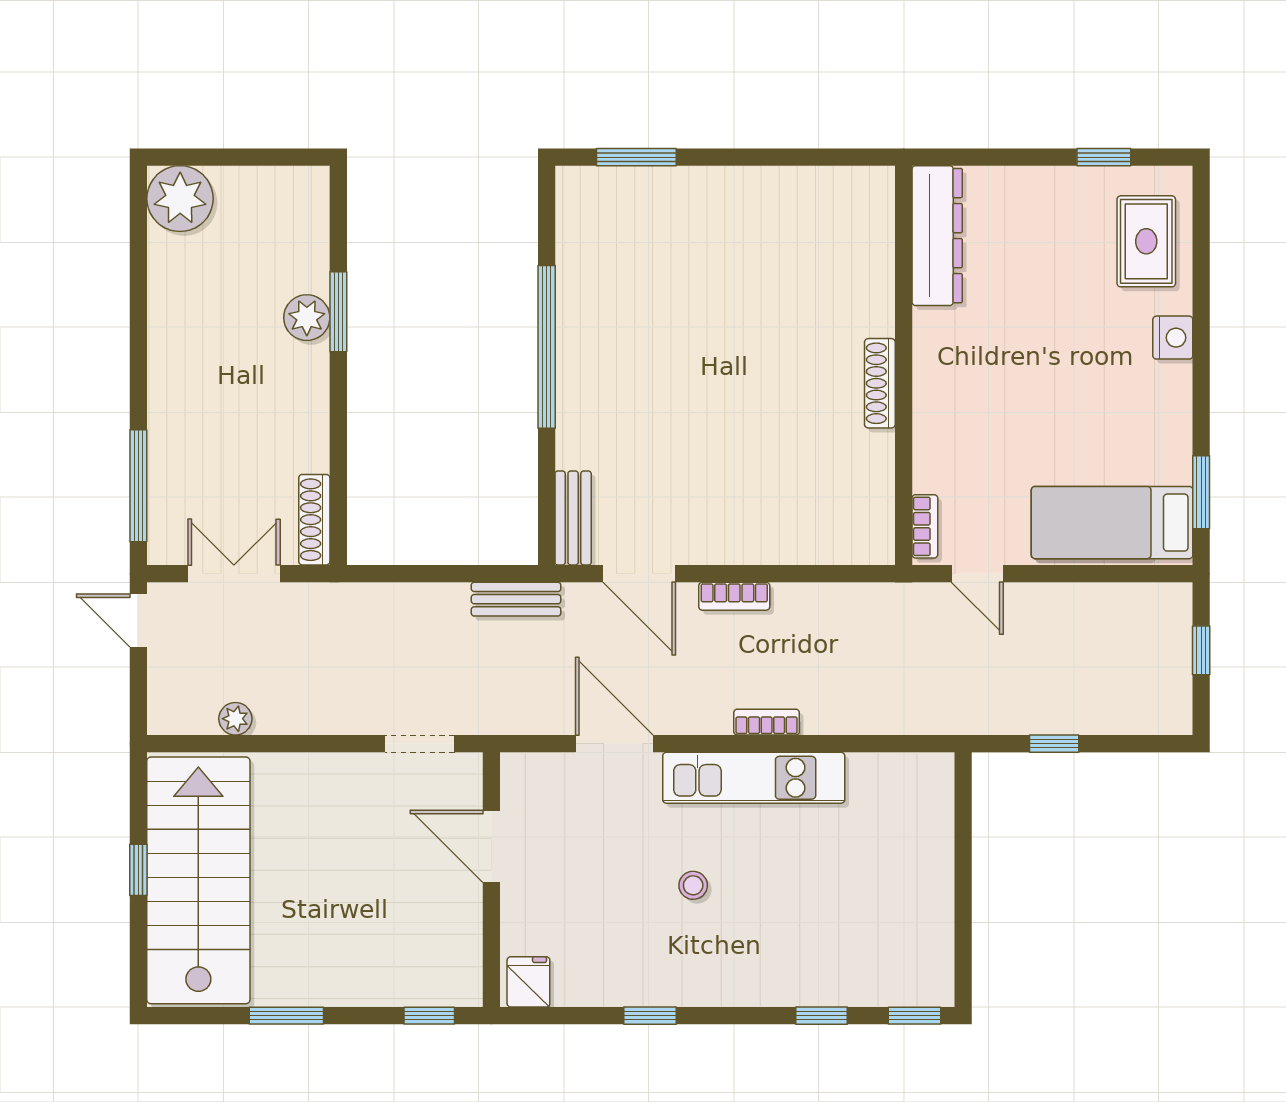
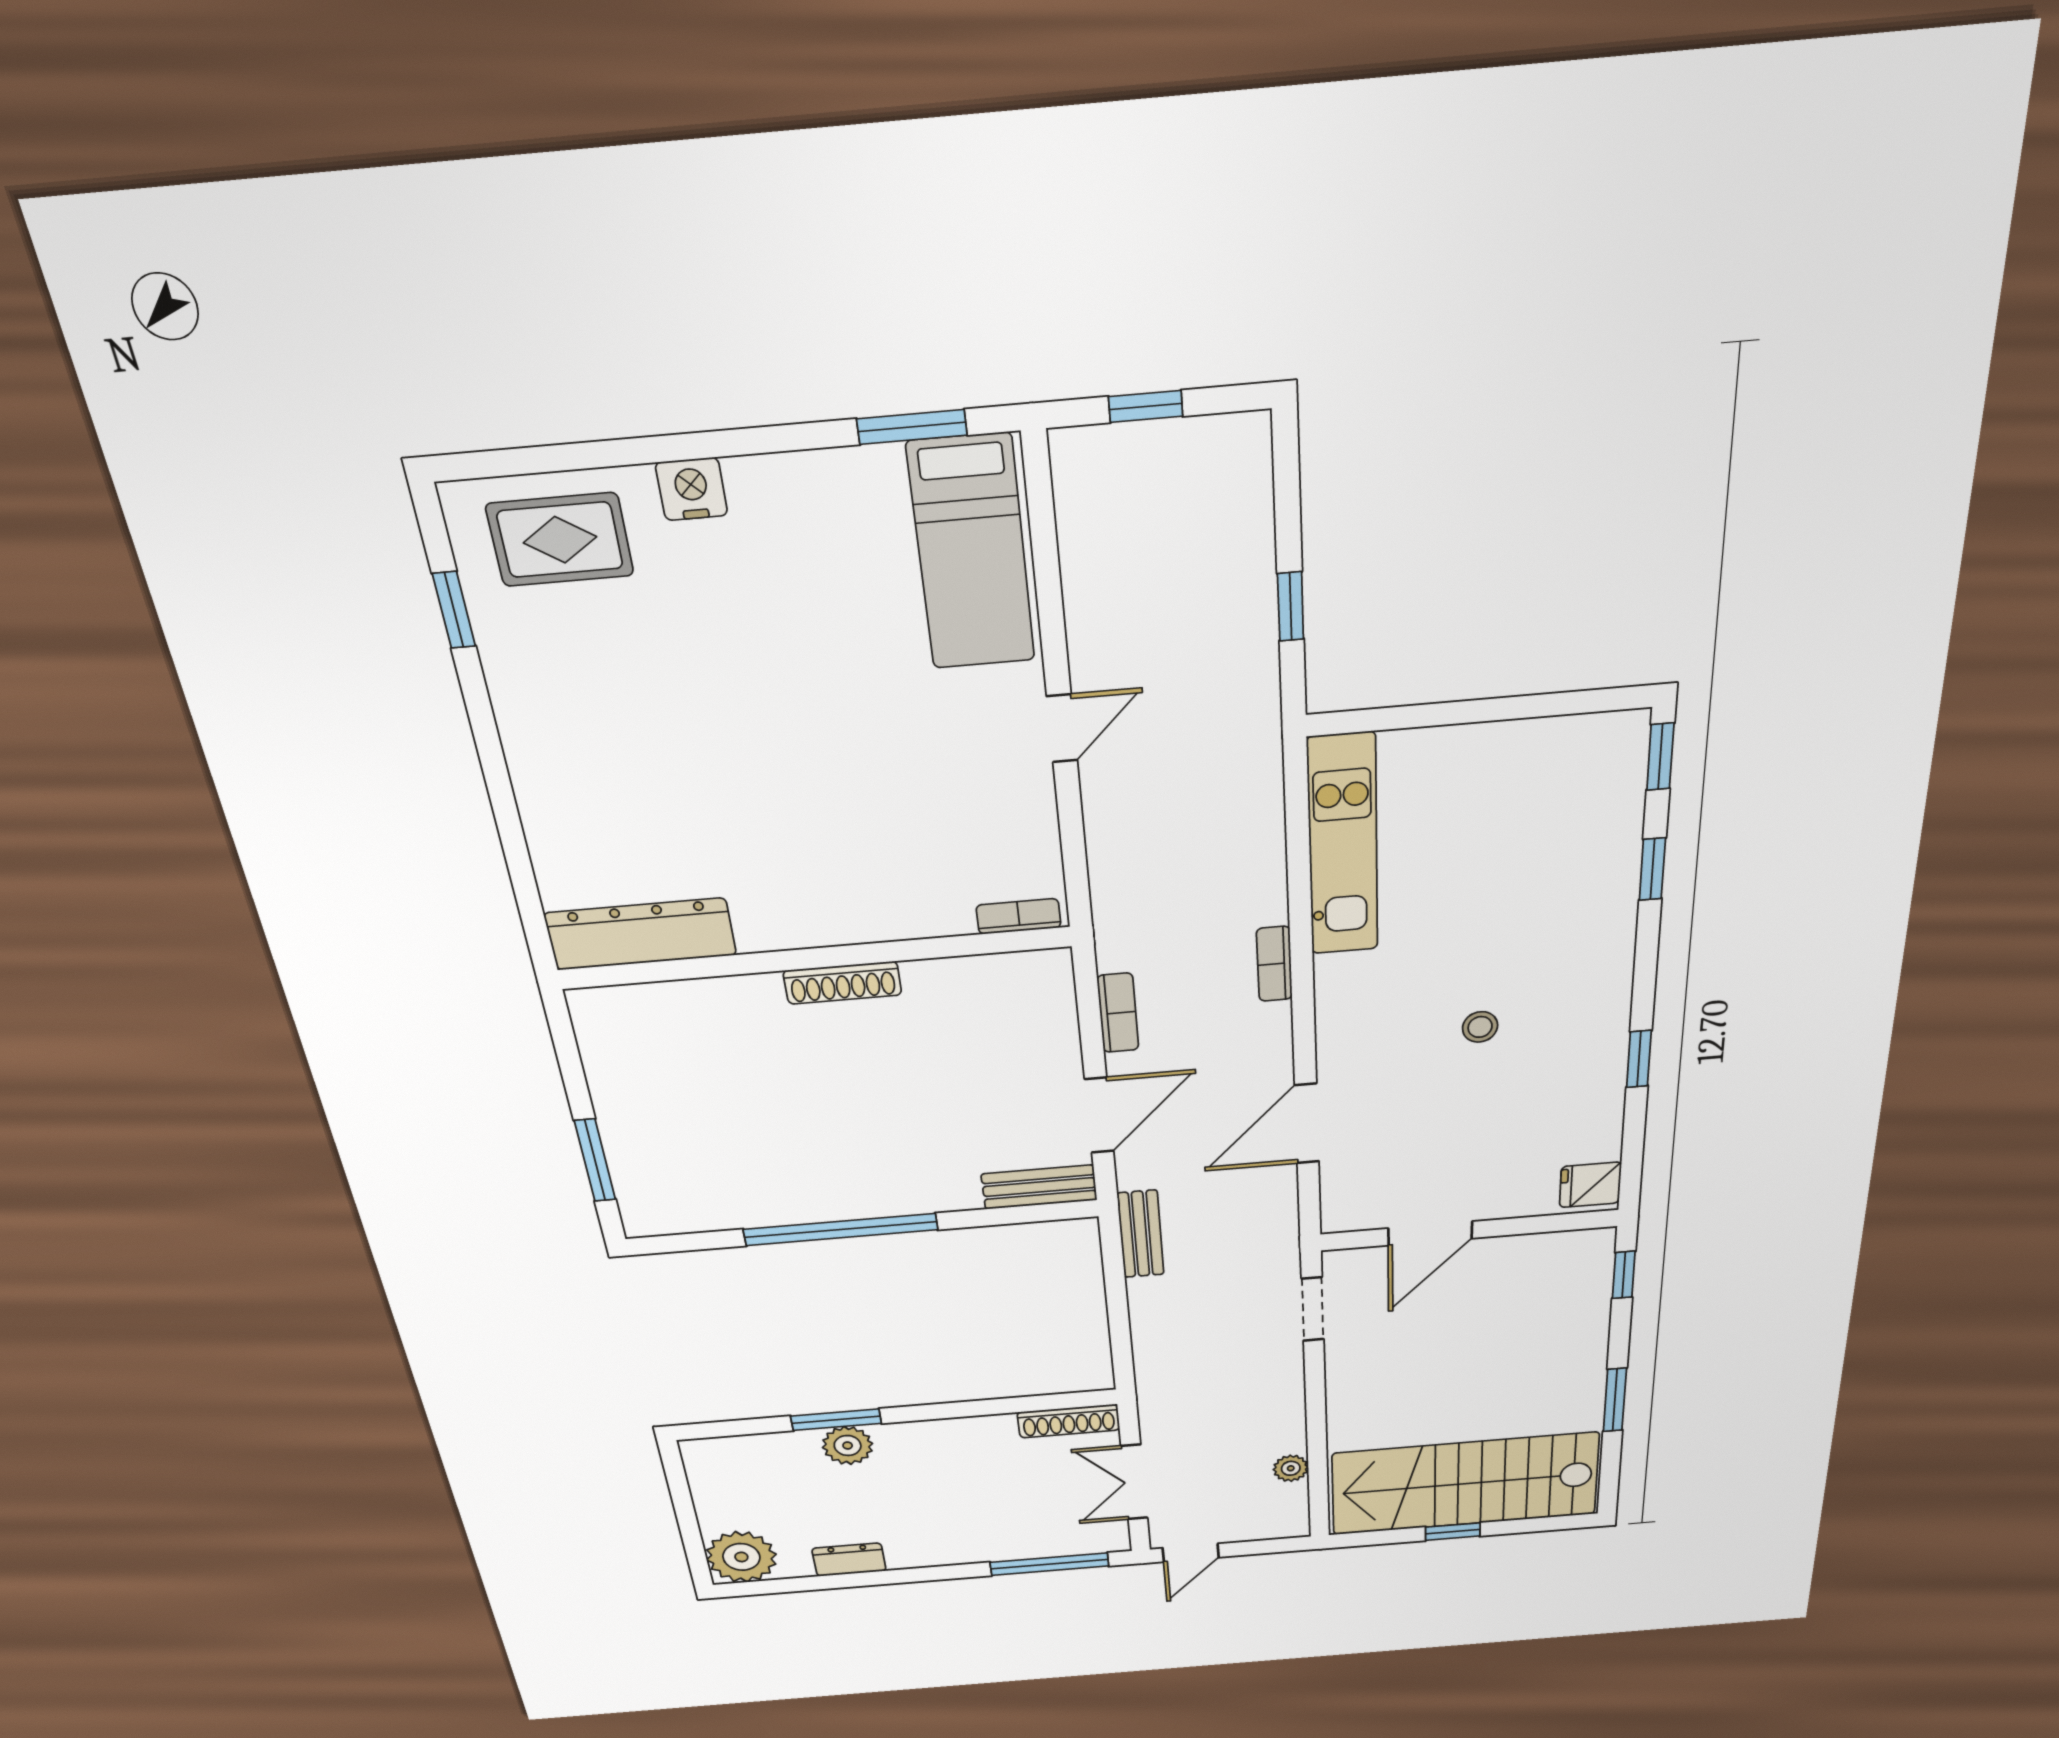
dresser: (937, 236) -> (641, 934), moved
dresser: (165, 298) -> (849, 1560), added
wall: (904, 365) -> (815, 958), moved
shoe rack: (880, 383) -> (842, 983), moved
bookcase: (925, 526) -> (1019, 916), moved
kitchen unit: (754, 778) -> (1343, 846), moved

